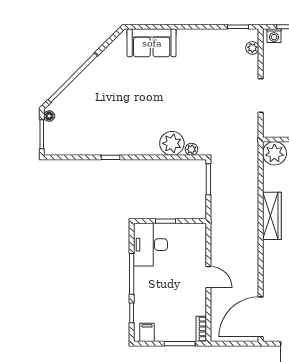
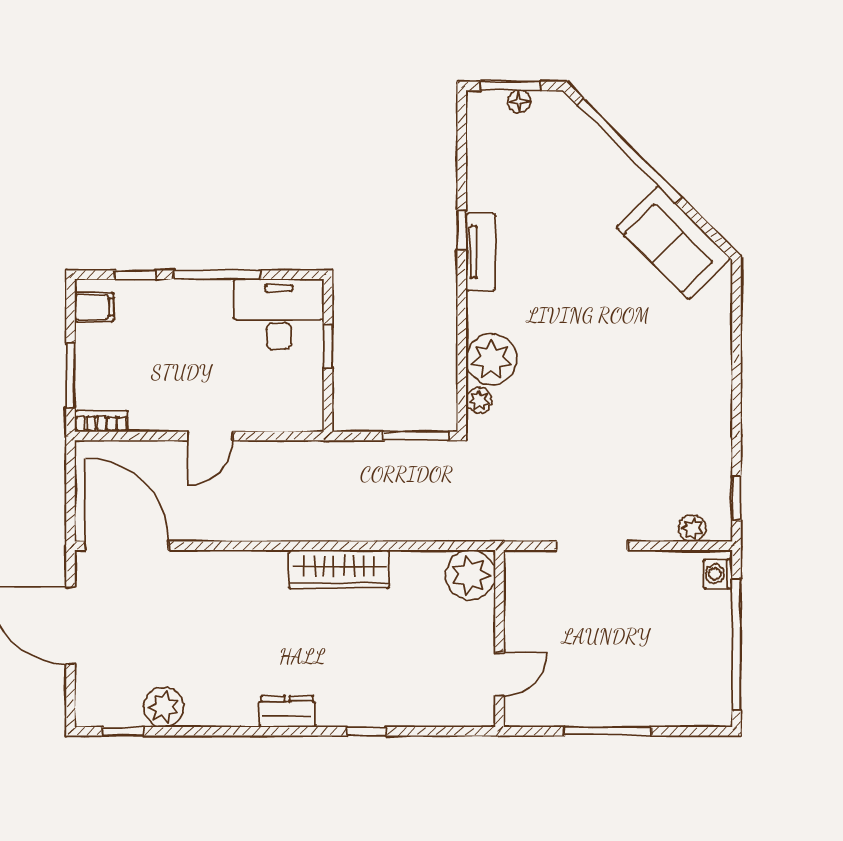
sofa: (152, 43) -> (673, 243), moved, turned -45
floor lamp: (49, 116) -> (519, 101), moved
tv unit: (121, 148) -> (481, 252), added

